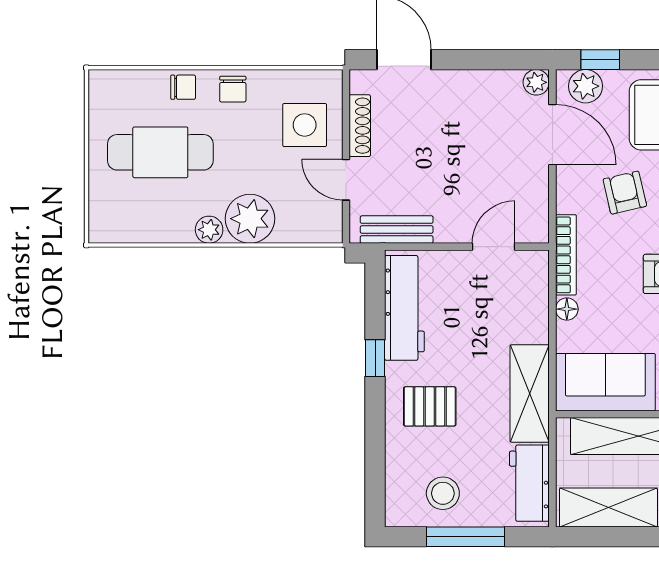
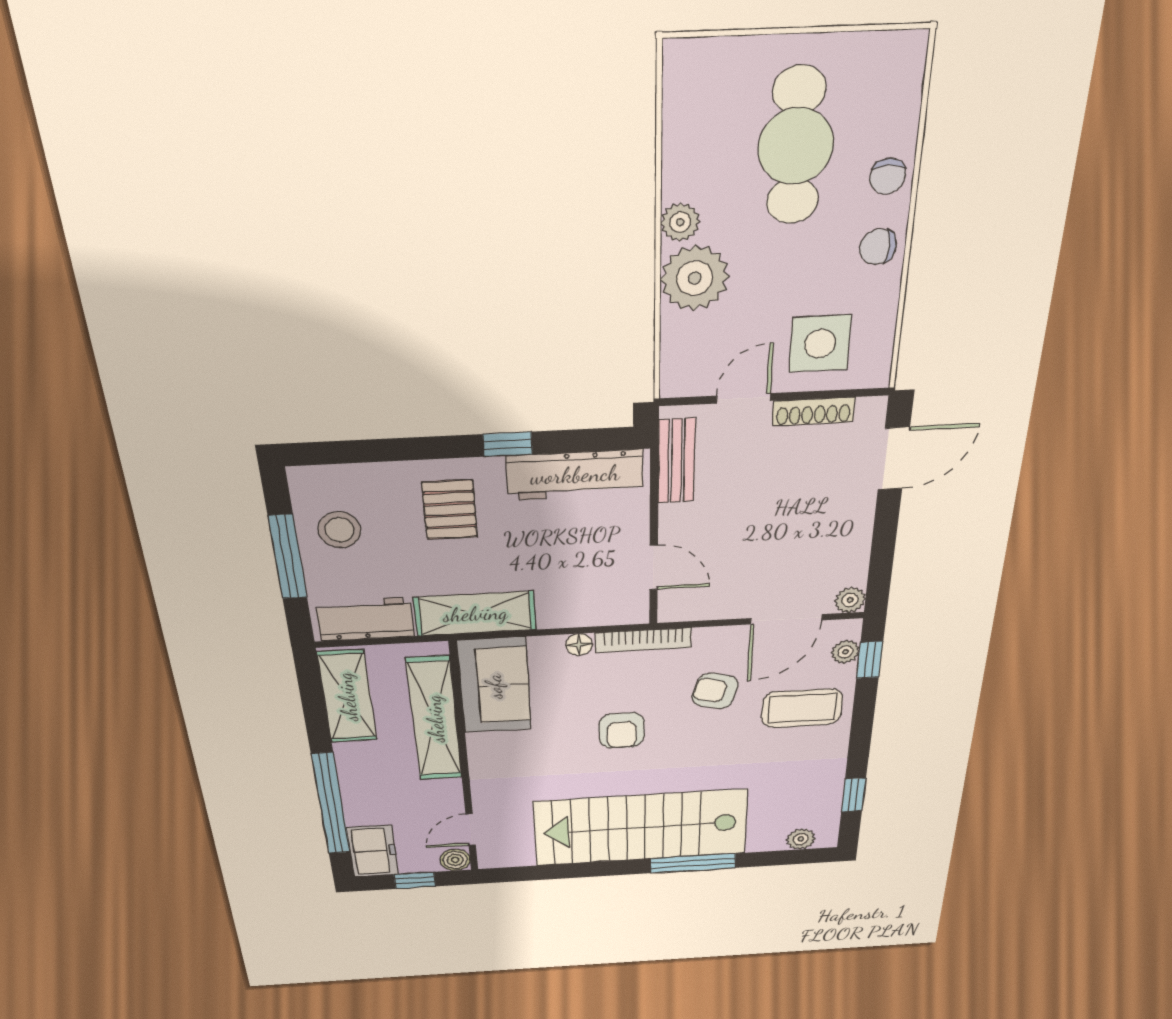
plant: (585, 86) -> (845, 652), width x0.73, depth x0.73
armchair: (625, 193) -> (715, 691), turned -152

